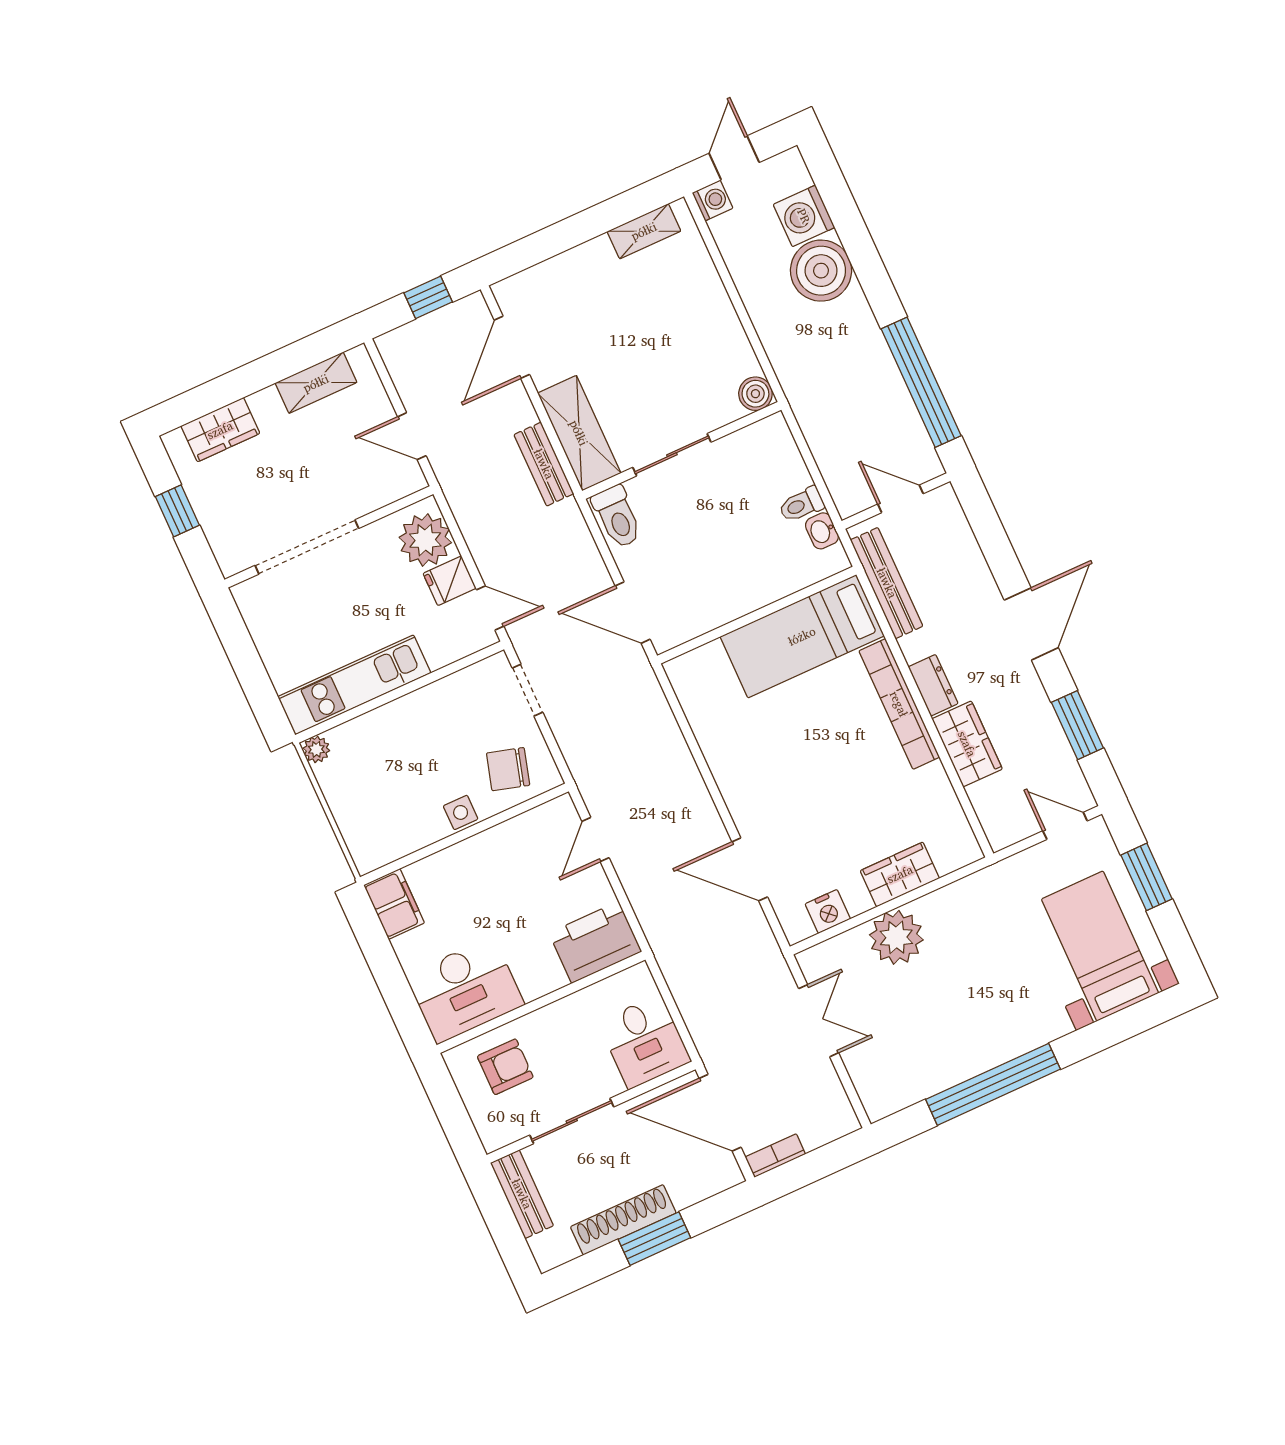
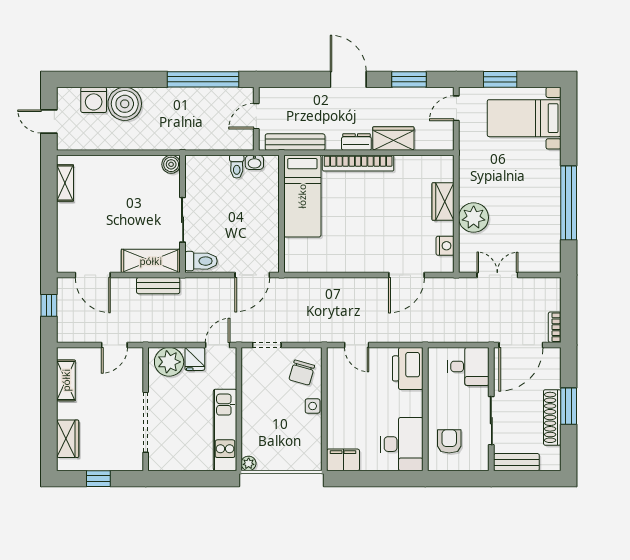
washing machine: (713, 200) -> (65, 142), removed

